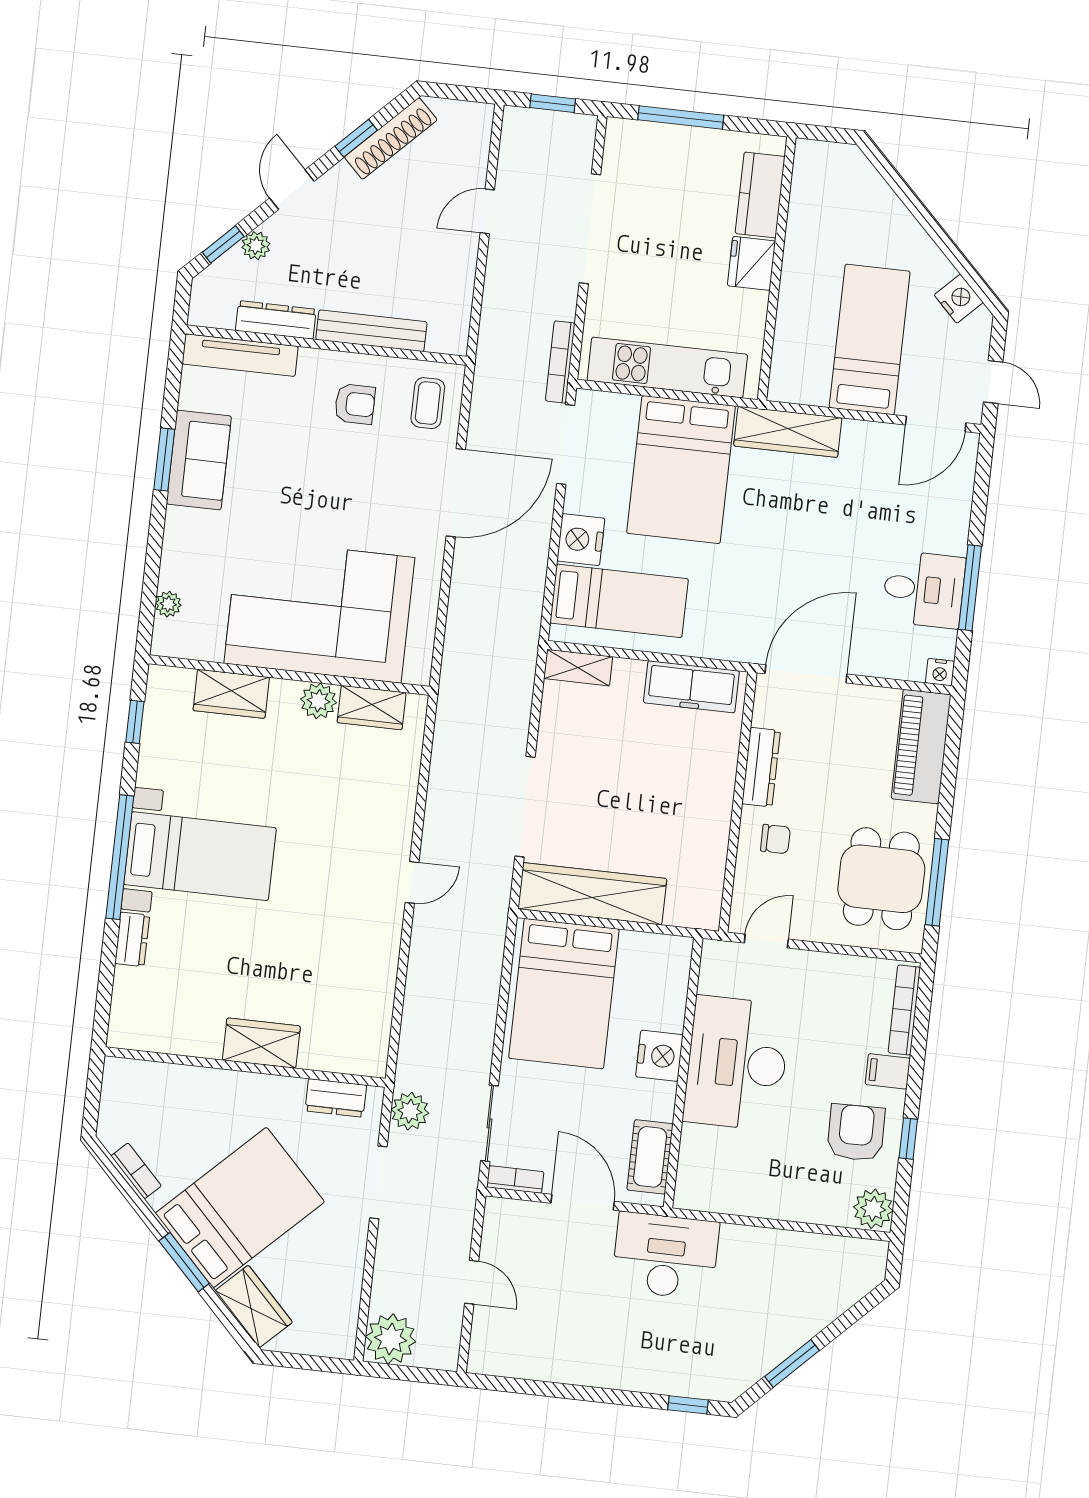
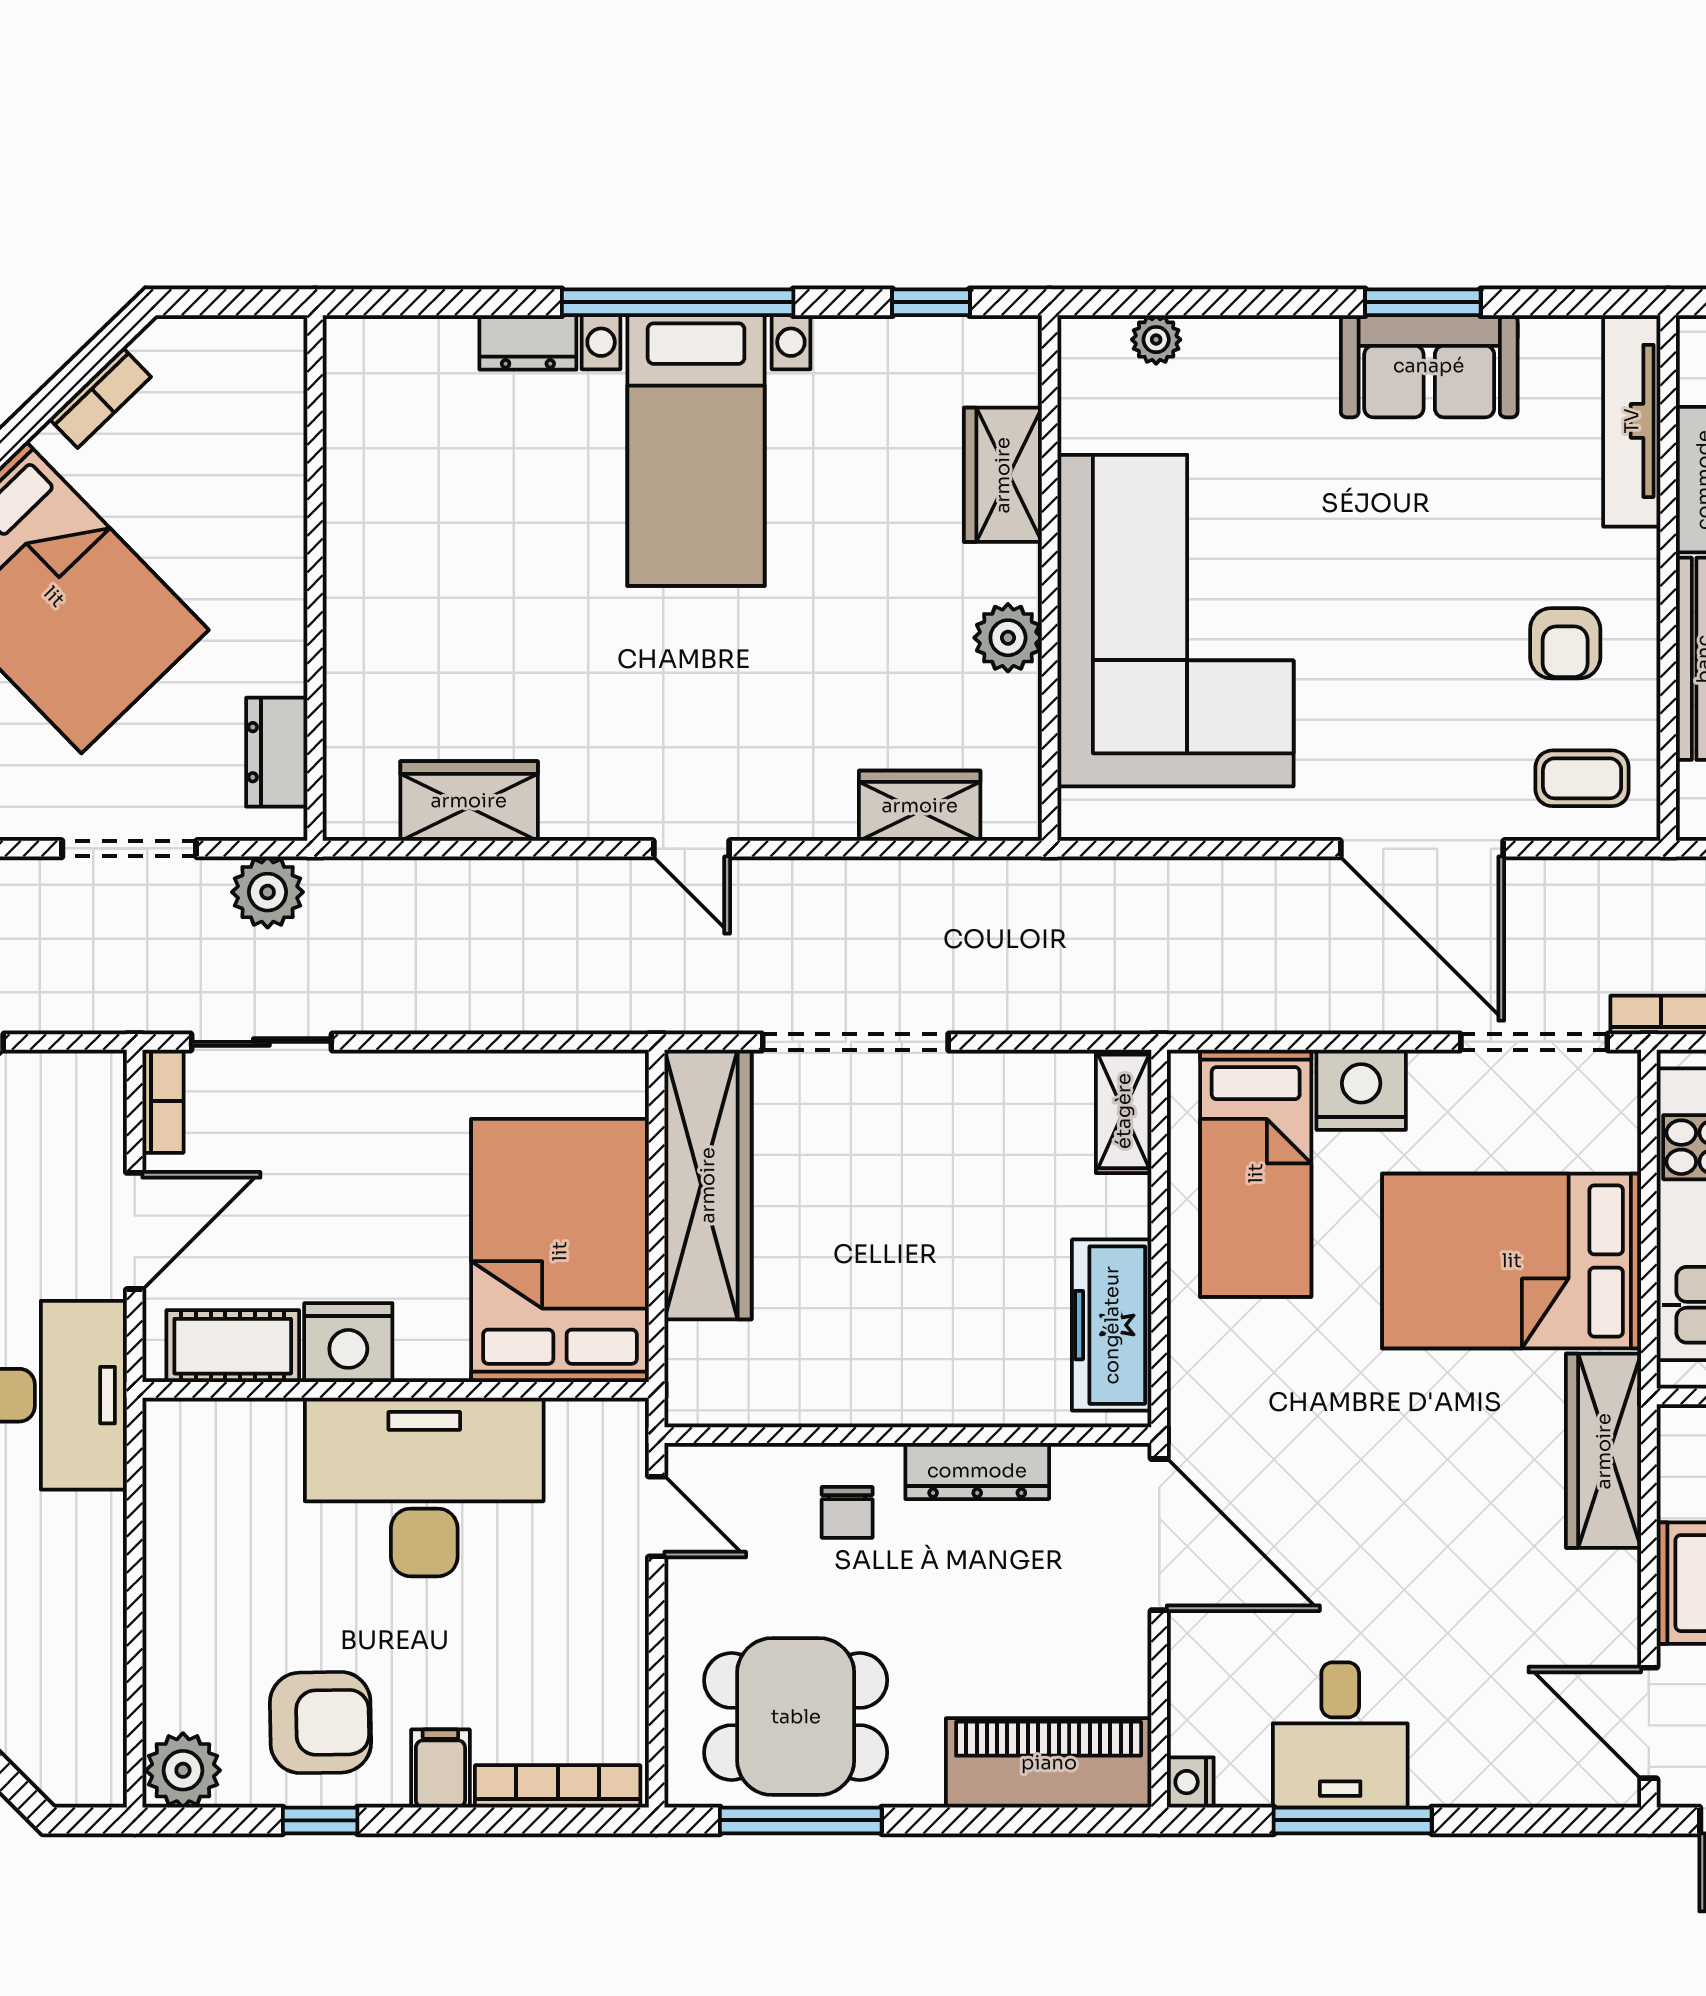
wardrobe: (372, 708) -> (920, 806), moved, turned 90
bed: (564, 994) -> (560, 1251), moved, turned 90
wardrobe: (261, 1043) -> (469, 801), moved, turned -90
nightstand: (659, 1056) -> (348, 1343), moved

